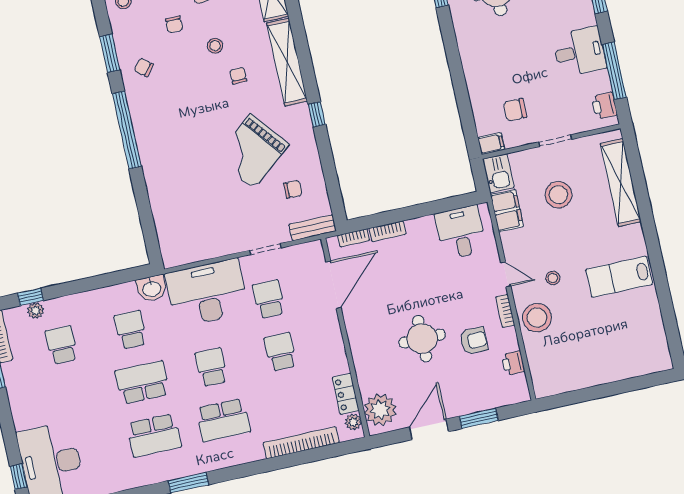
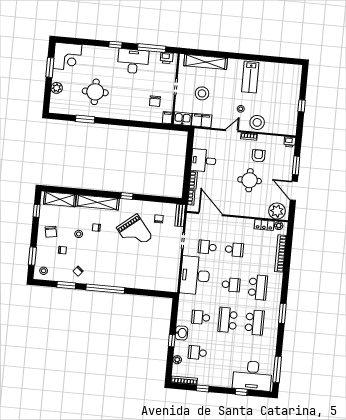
desk: (579, 52) -> (133, 61), width x1.37
desk: (461, 232) -> (204, 161), moved
washbasin: (152, 288) -> (181, 333), moved
window: (30, 297) -> (172, 341), moved
school desk: (280, 352) -> (234, 250), turned 180
printer: (513, 363) -> (290, 142), moved
school desk: (211, 367) -> (231, 285), turned 180
window: (596, 392) -> (302, 106), added
window: (19, 477) -> (241, 392), moved

